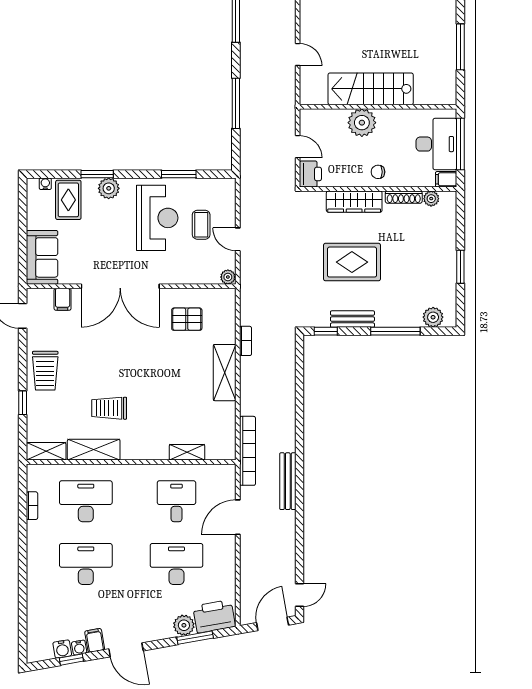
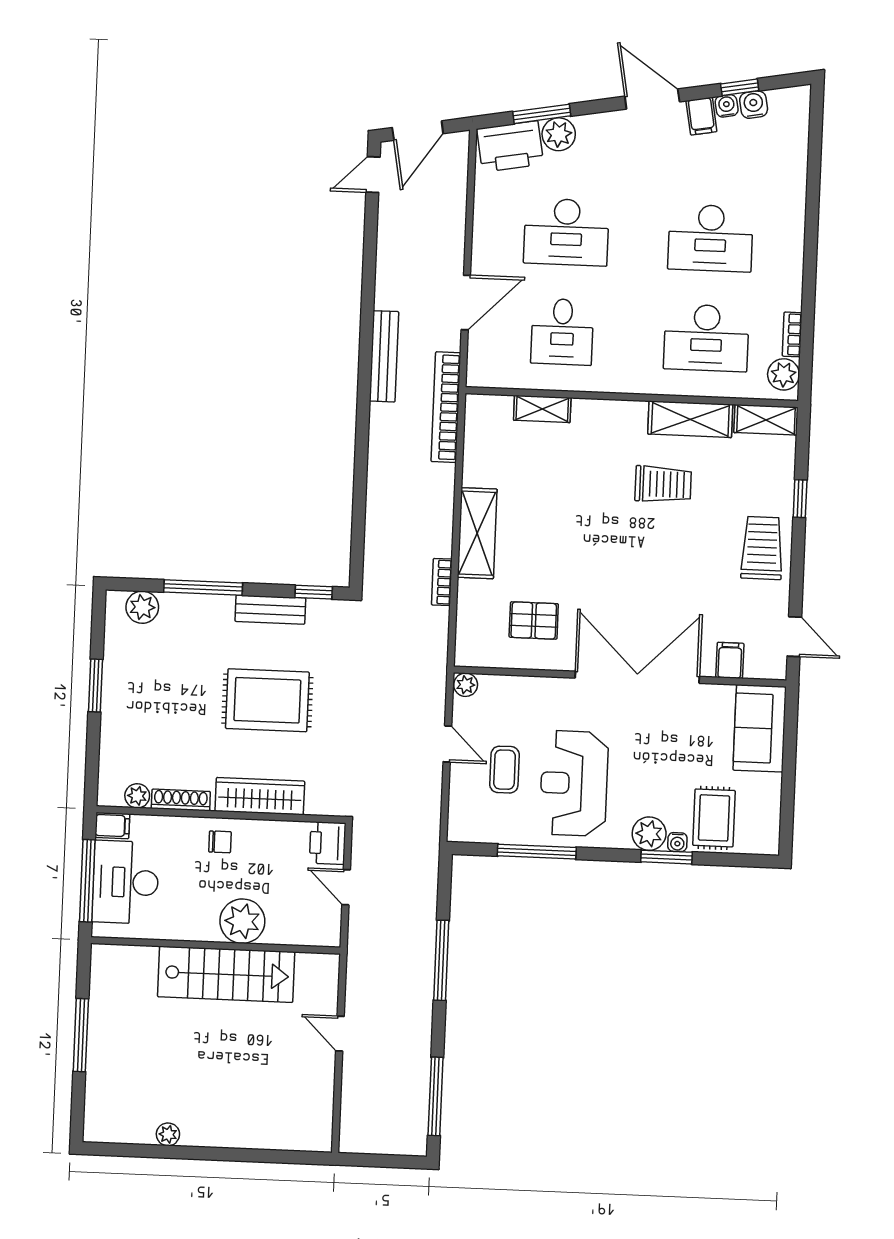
window: (179, 174) -> (537, 852), width x1.44
water cooler: (45, 184) -> (677, 842), moved
plant: (36, 480) -> (784, 374), added

